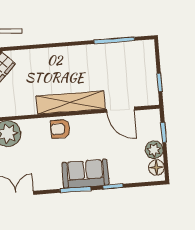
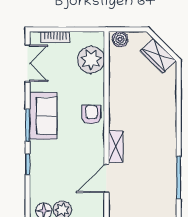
shelving: (71, 102) -> (116, 147), width x0.45, depth x0.75
sofa: (85, 174) -> (43, 116), moved

